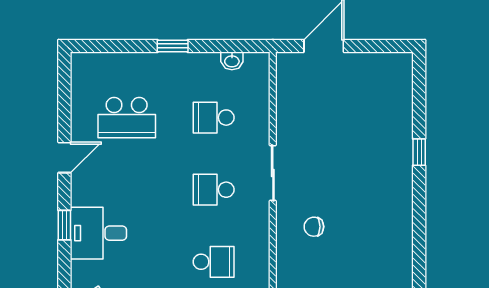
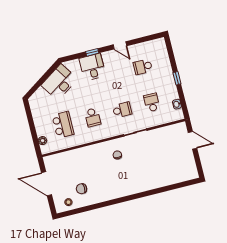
school desk: (127, 118) -> (143, 67), width x0.54
window: (419, 152) -> (159, 190), removed
school desk: (214, 190) -> (122, 110), turned 90

